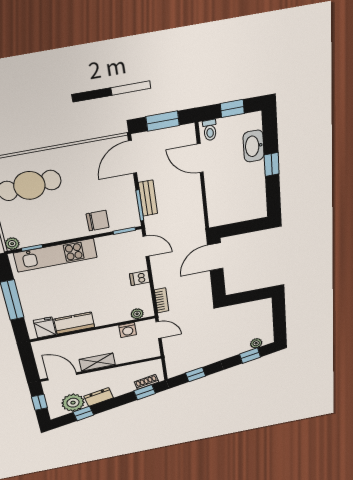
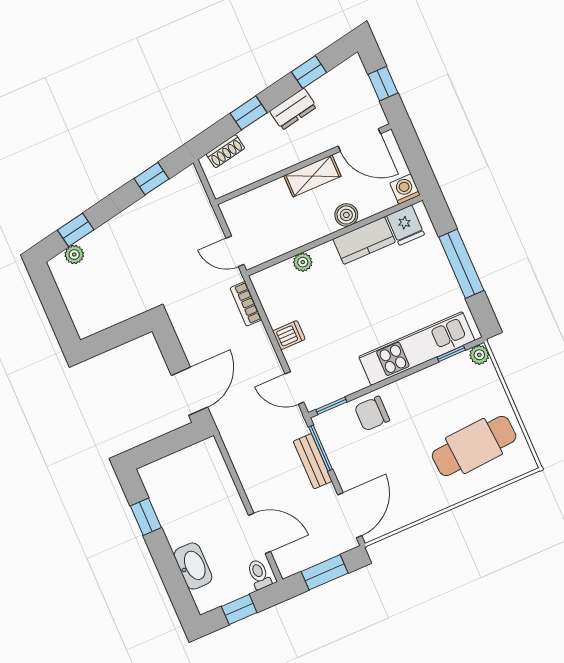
window: (272, 164) -> (146, 517), moved
plant: (137, 314) -> (303, 262), moved
washing machine: (128, 330) -> (405, 189), moved
boiler: (82, 339) -> (346, 215), added
window: (145, 392) -> (249, 113), moved
plant: (73, 403) -> (331, 91), removed

